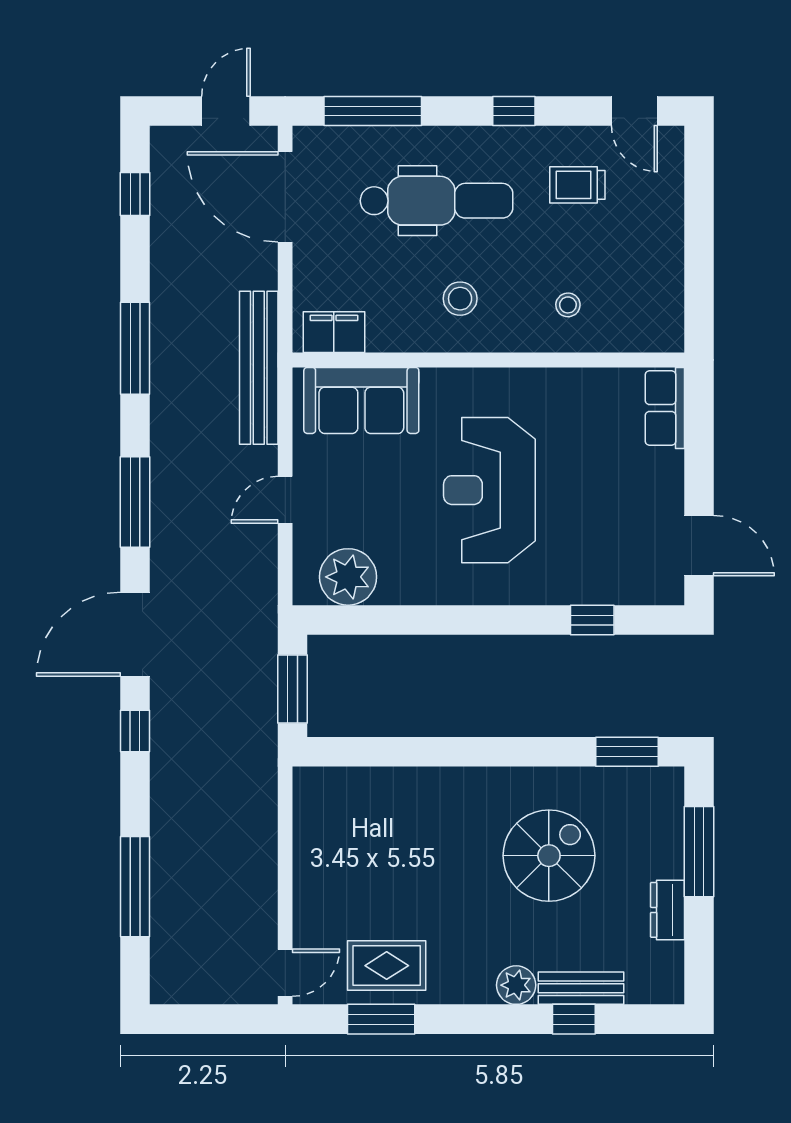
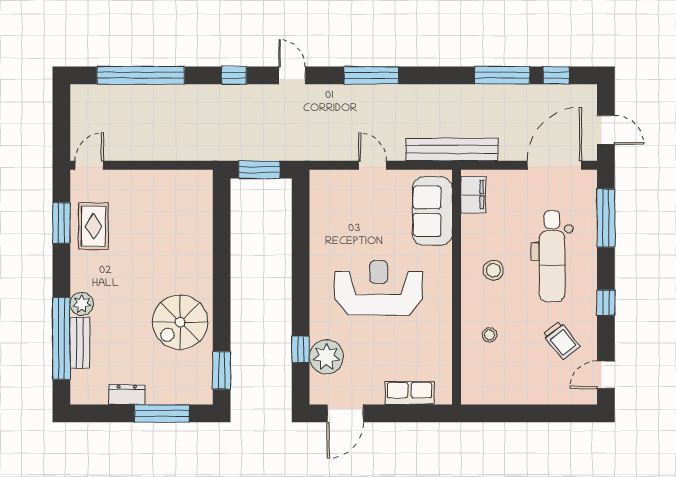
trolley: (577, 185) -> (562, 341), turned 142
window: (135, 348) -> (502, 75), moved
row of seats: (665, 408) -> (410, 393), moved
plant: (348, 577) -> (326, 357), moved
door: (135, 634) -> (292, 75), width x0.53
spiral stairs: (549, 856) -> (180, 322), moved, turned 90
window: (135, 887) -> (141, 75), width x1.46
door: (285, 973) -> (89, 165), swing flipped
window: (574, 1019) -> (61, 338), width x3.17

